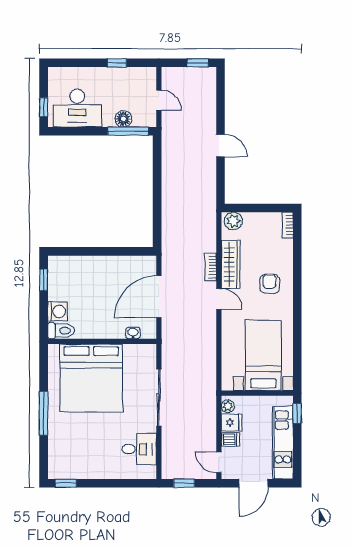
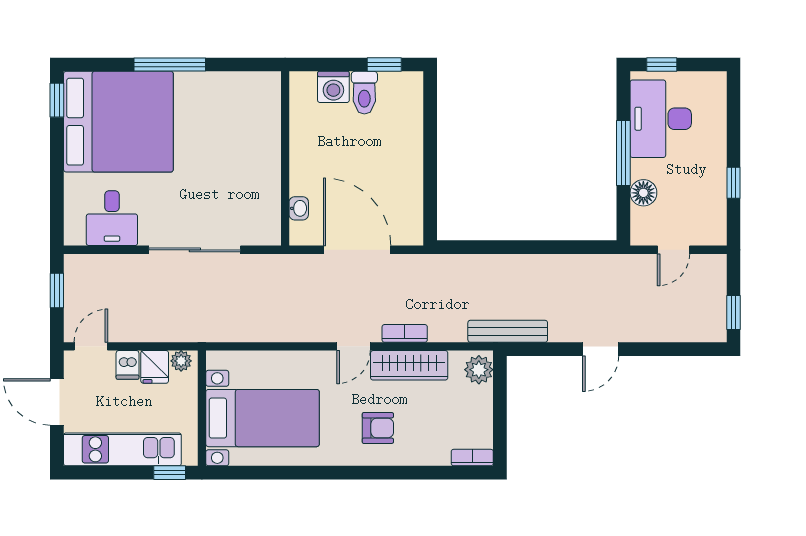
window: (128, 131) -> (623, 153), moved
bench: (209, 203) -> (508, 331), added
toilet: (61, 331) -> (364, 93), moved
bed: (91, 378) -> (118, 122), moved, turned 180

